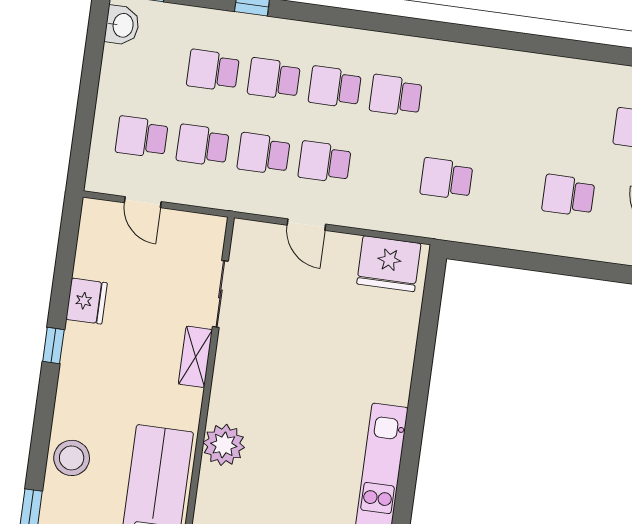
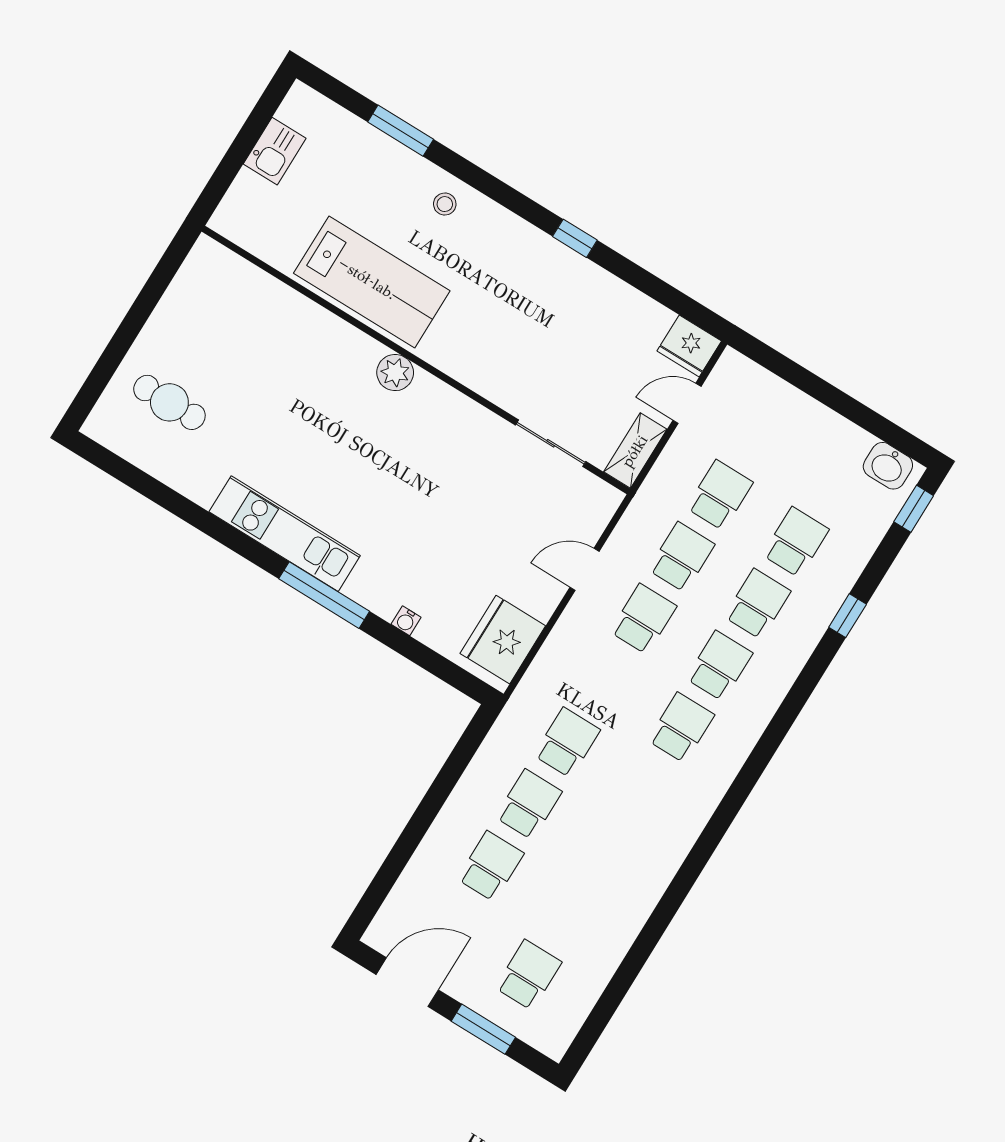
school desk: (142, 137) -> (529, 804), moved
fridge: (87, 301) -> (689, 346), moved
water cooler: (407, 345) -> (406, 621), added
shelving: (195, 357) -> (635, 451), moved, turned 90
window: (416, 417) -> (324, 595), added
plant: (224, 445) -> (395, 373), width x0.73, depth x0.73
stool: (72, 458) -> (445, 204), width x0.53, depth x0.53

